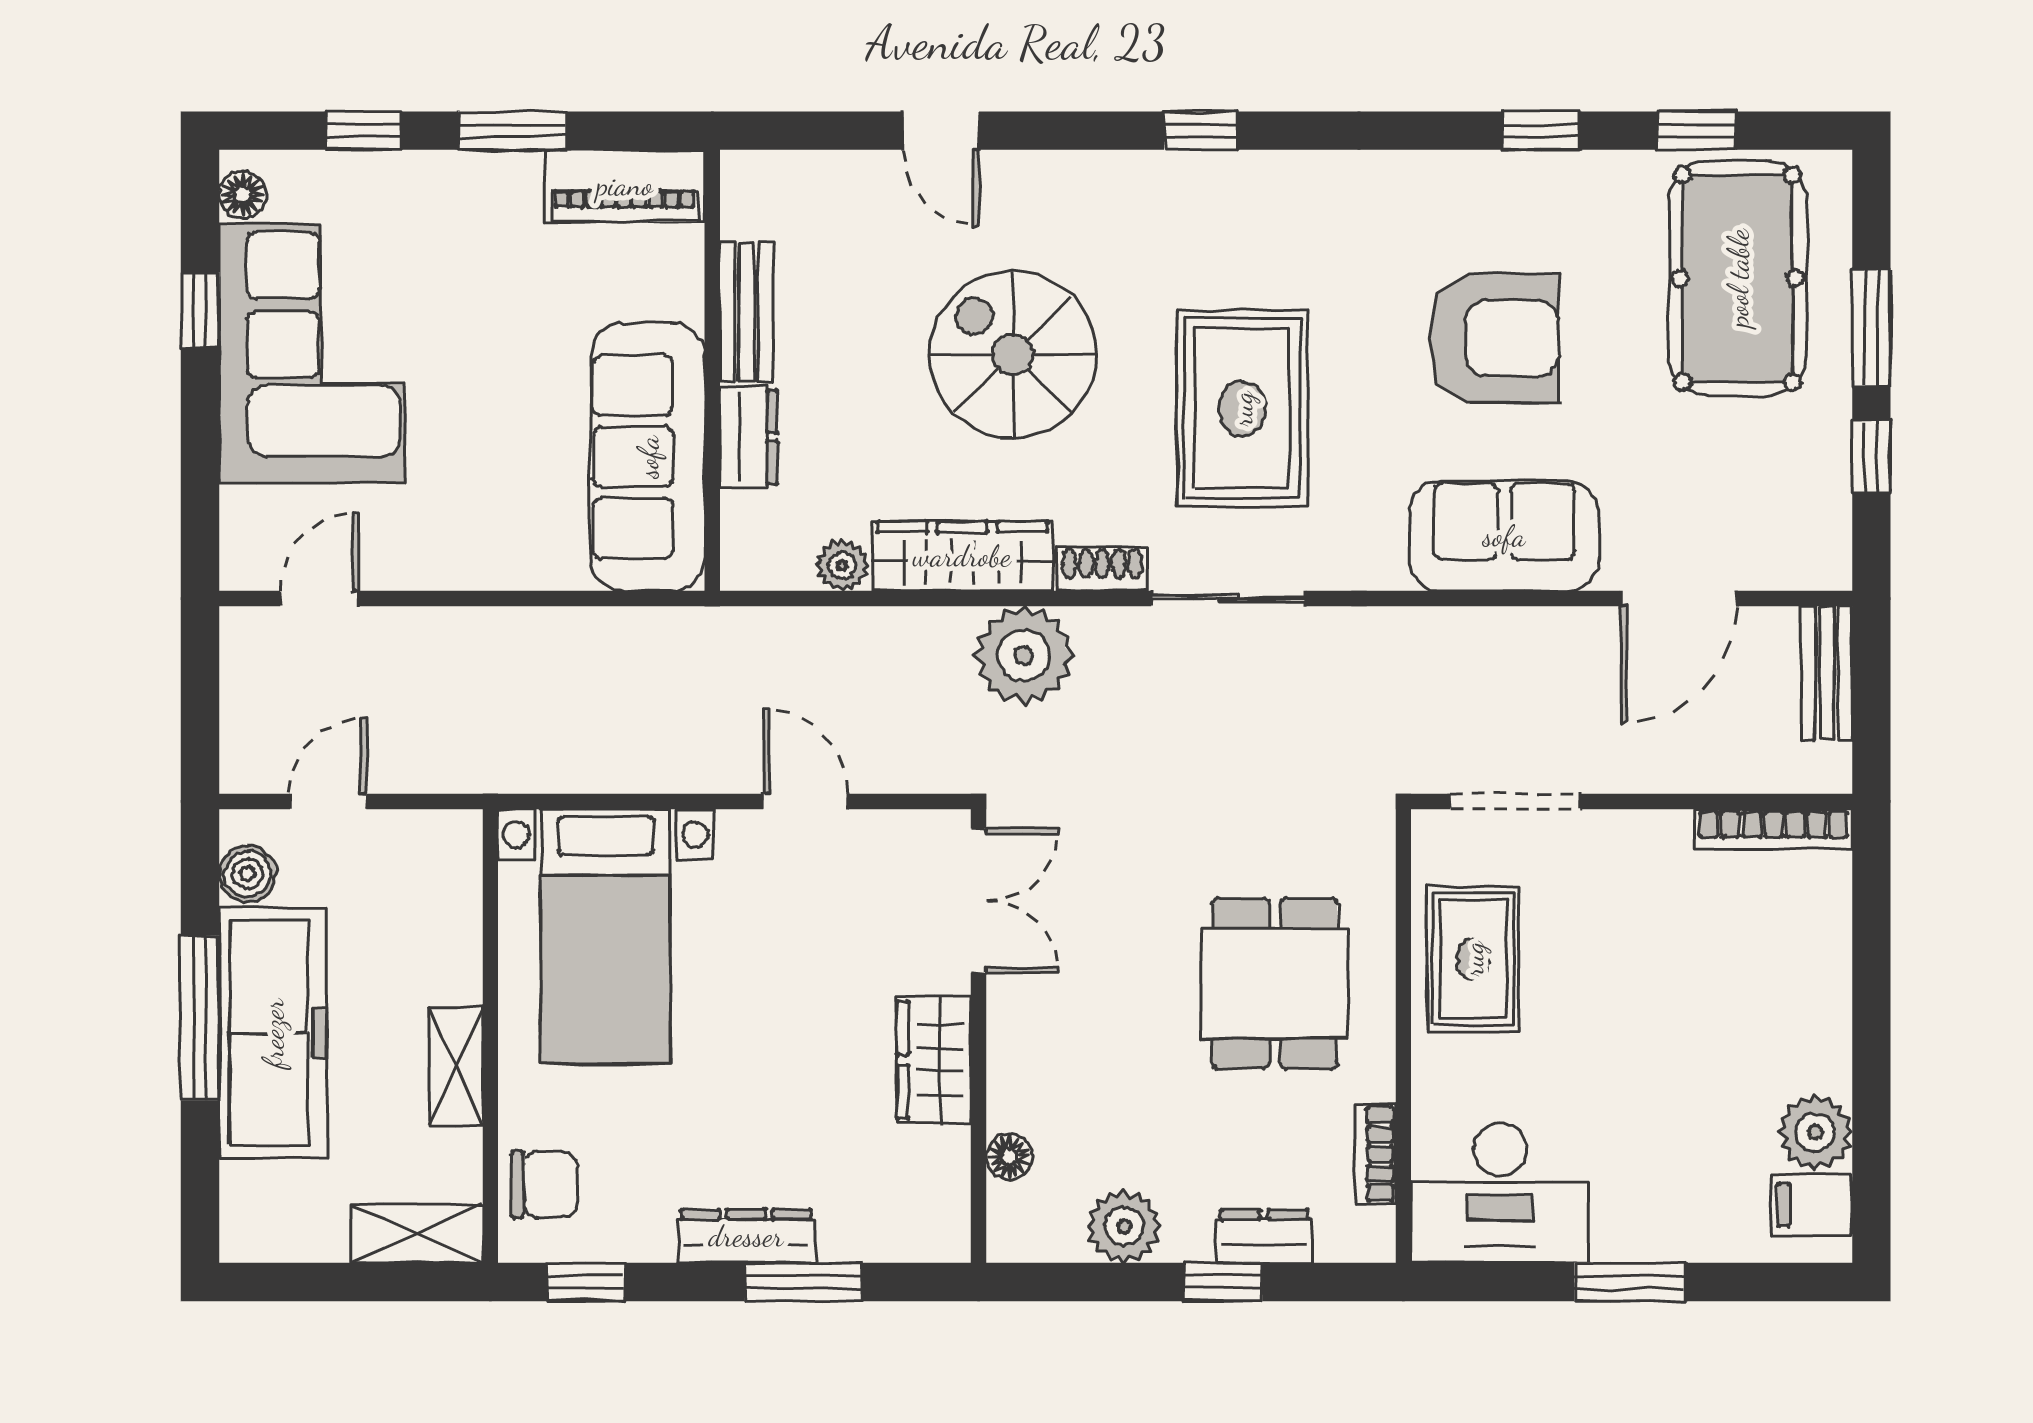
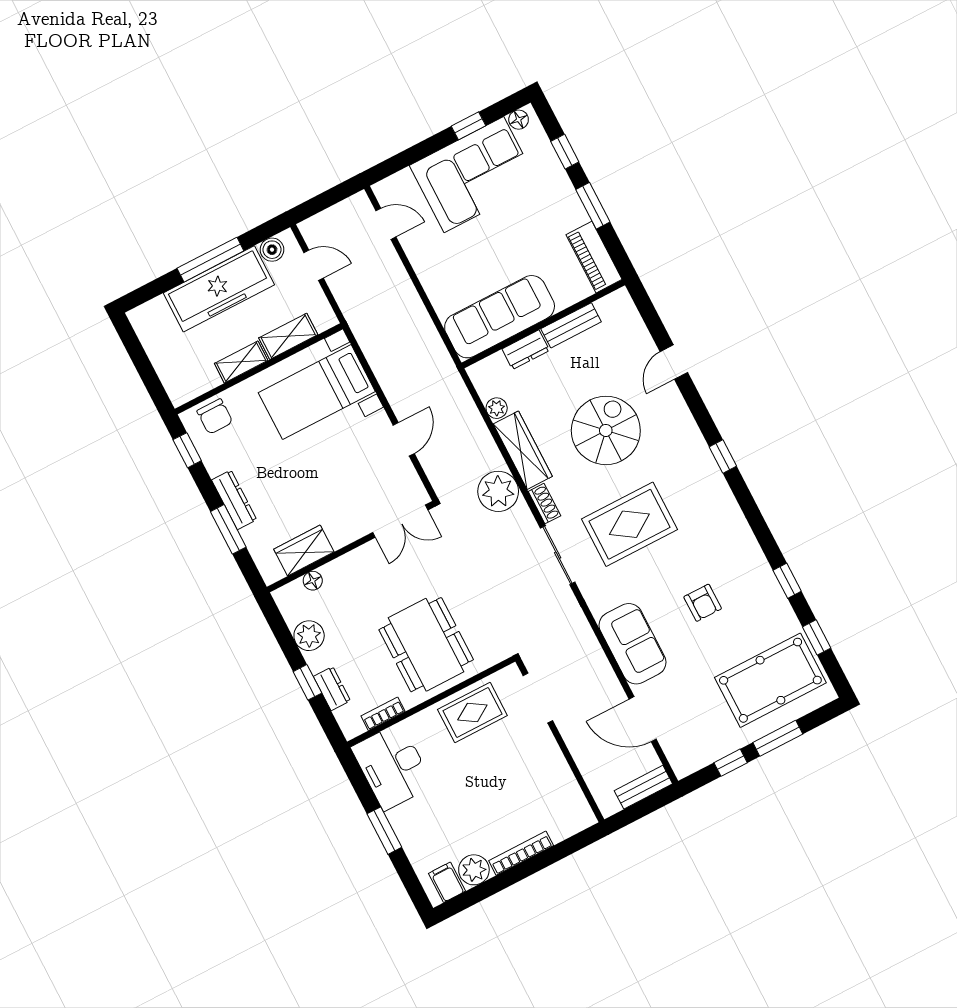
armchair: (1494, 338) -> (703, 603), width x0.53, depth x0.53
bookcase: (1774, 829) -> (521, 853), moved, turned 90
dining table: (1275, 983) -> (426, 645), width x1.38
wardrobe: (934, 1060) -> (304, 550), moved
shelving: (417, 1233) -> (288, 336), moved, turned 90

